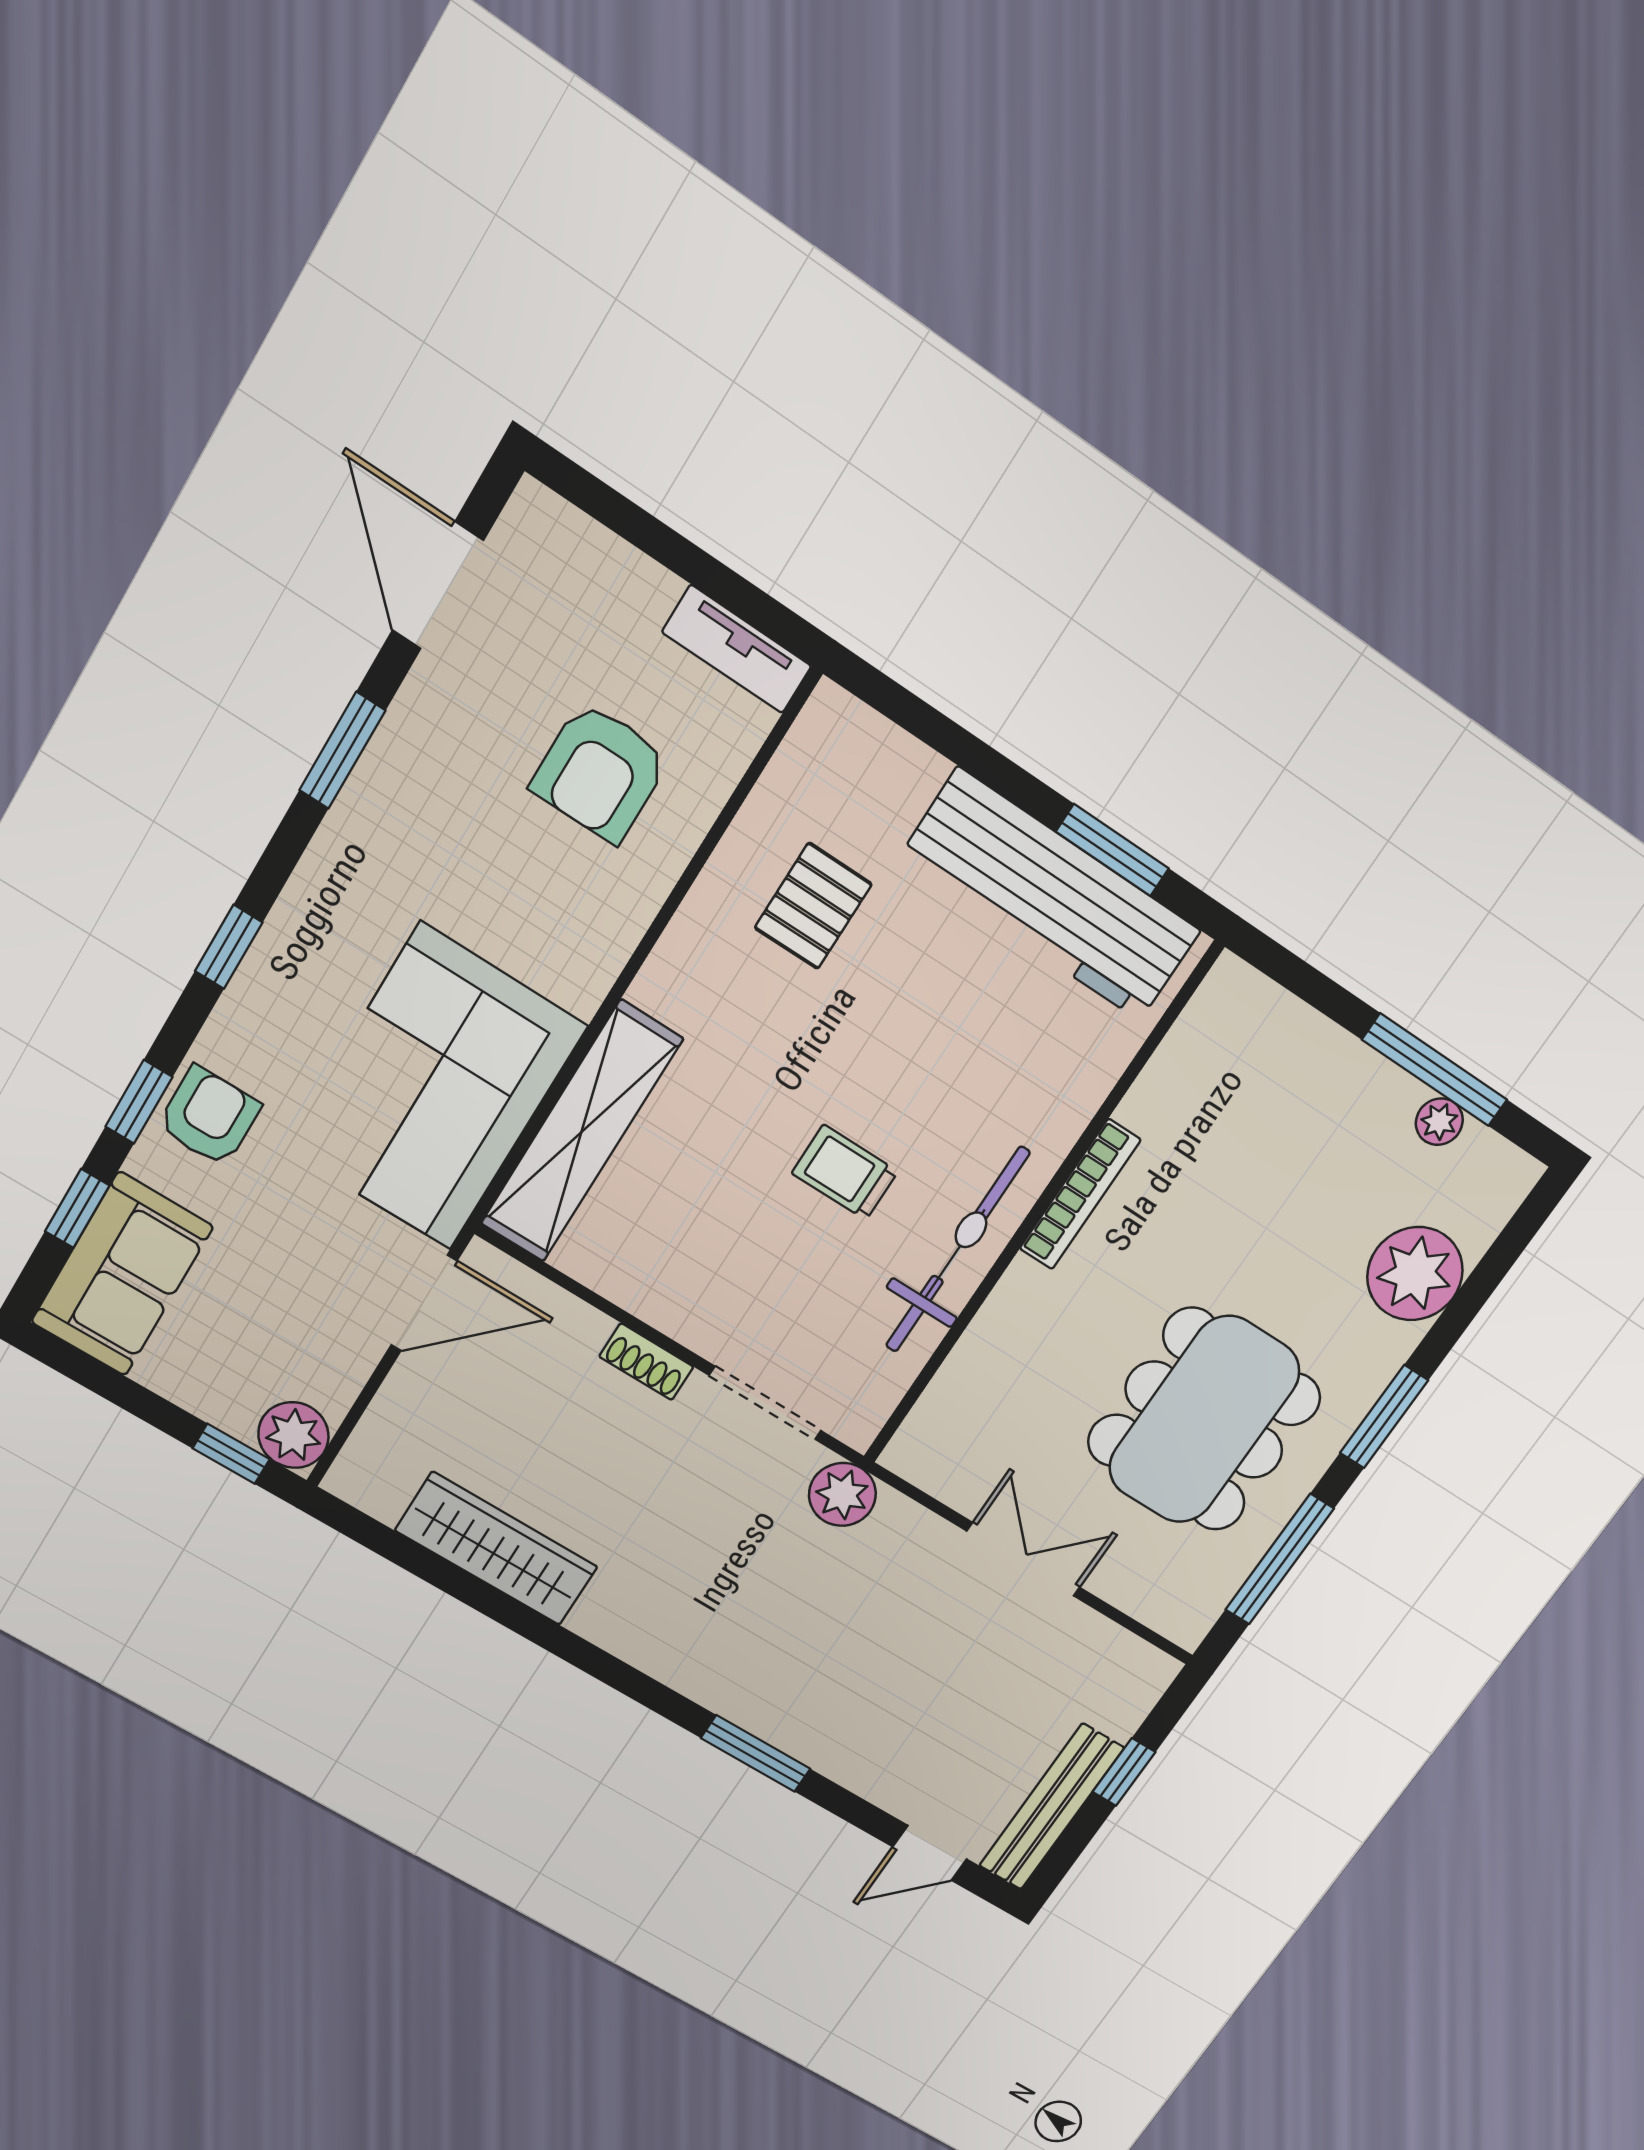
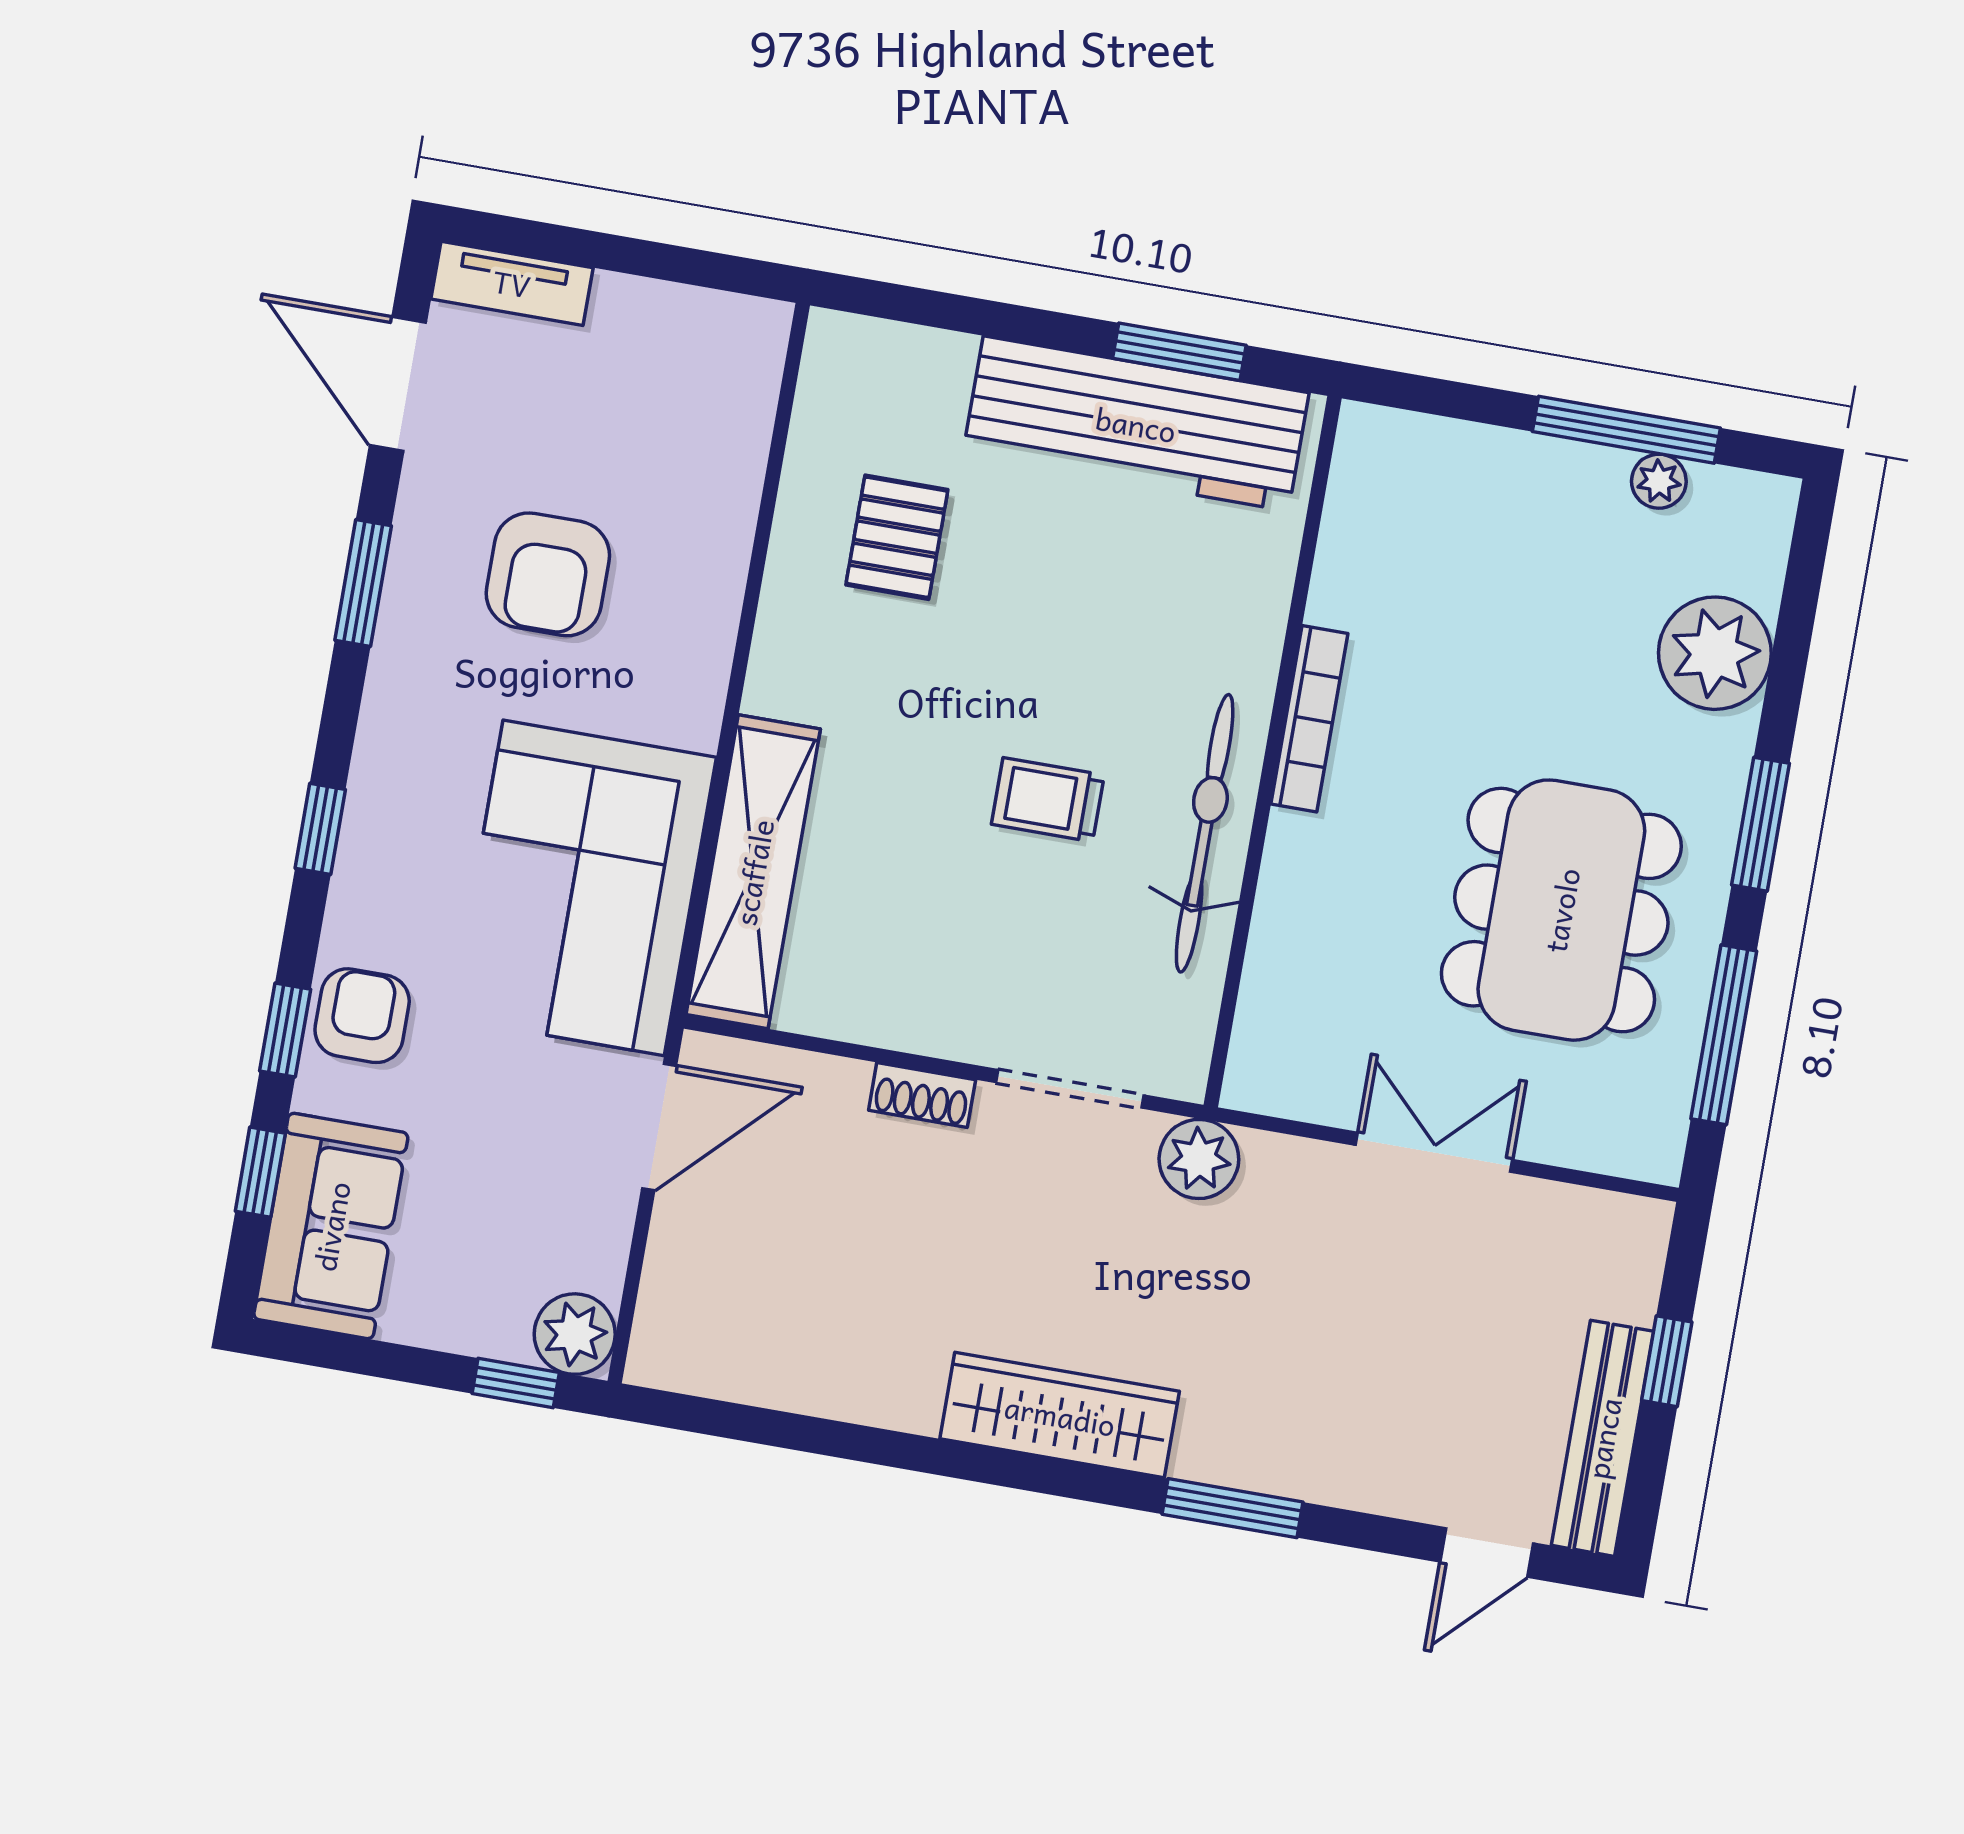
tv unit: (737, 649) -> (512, 283), moved
armchair: (600, 772) -> (548, 574), moved
wardrobe: (496, 1549) -> (1060, 1415), moved

